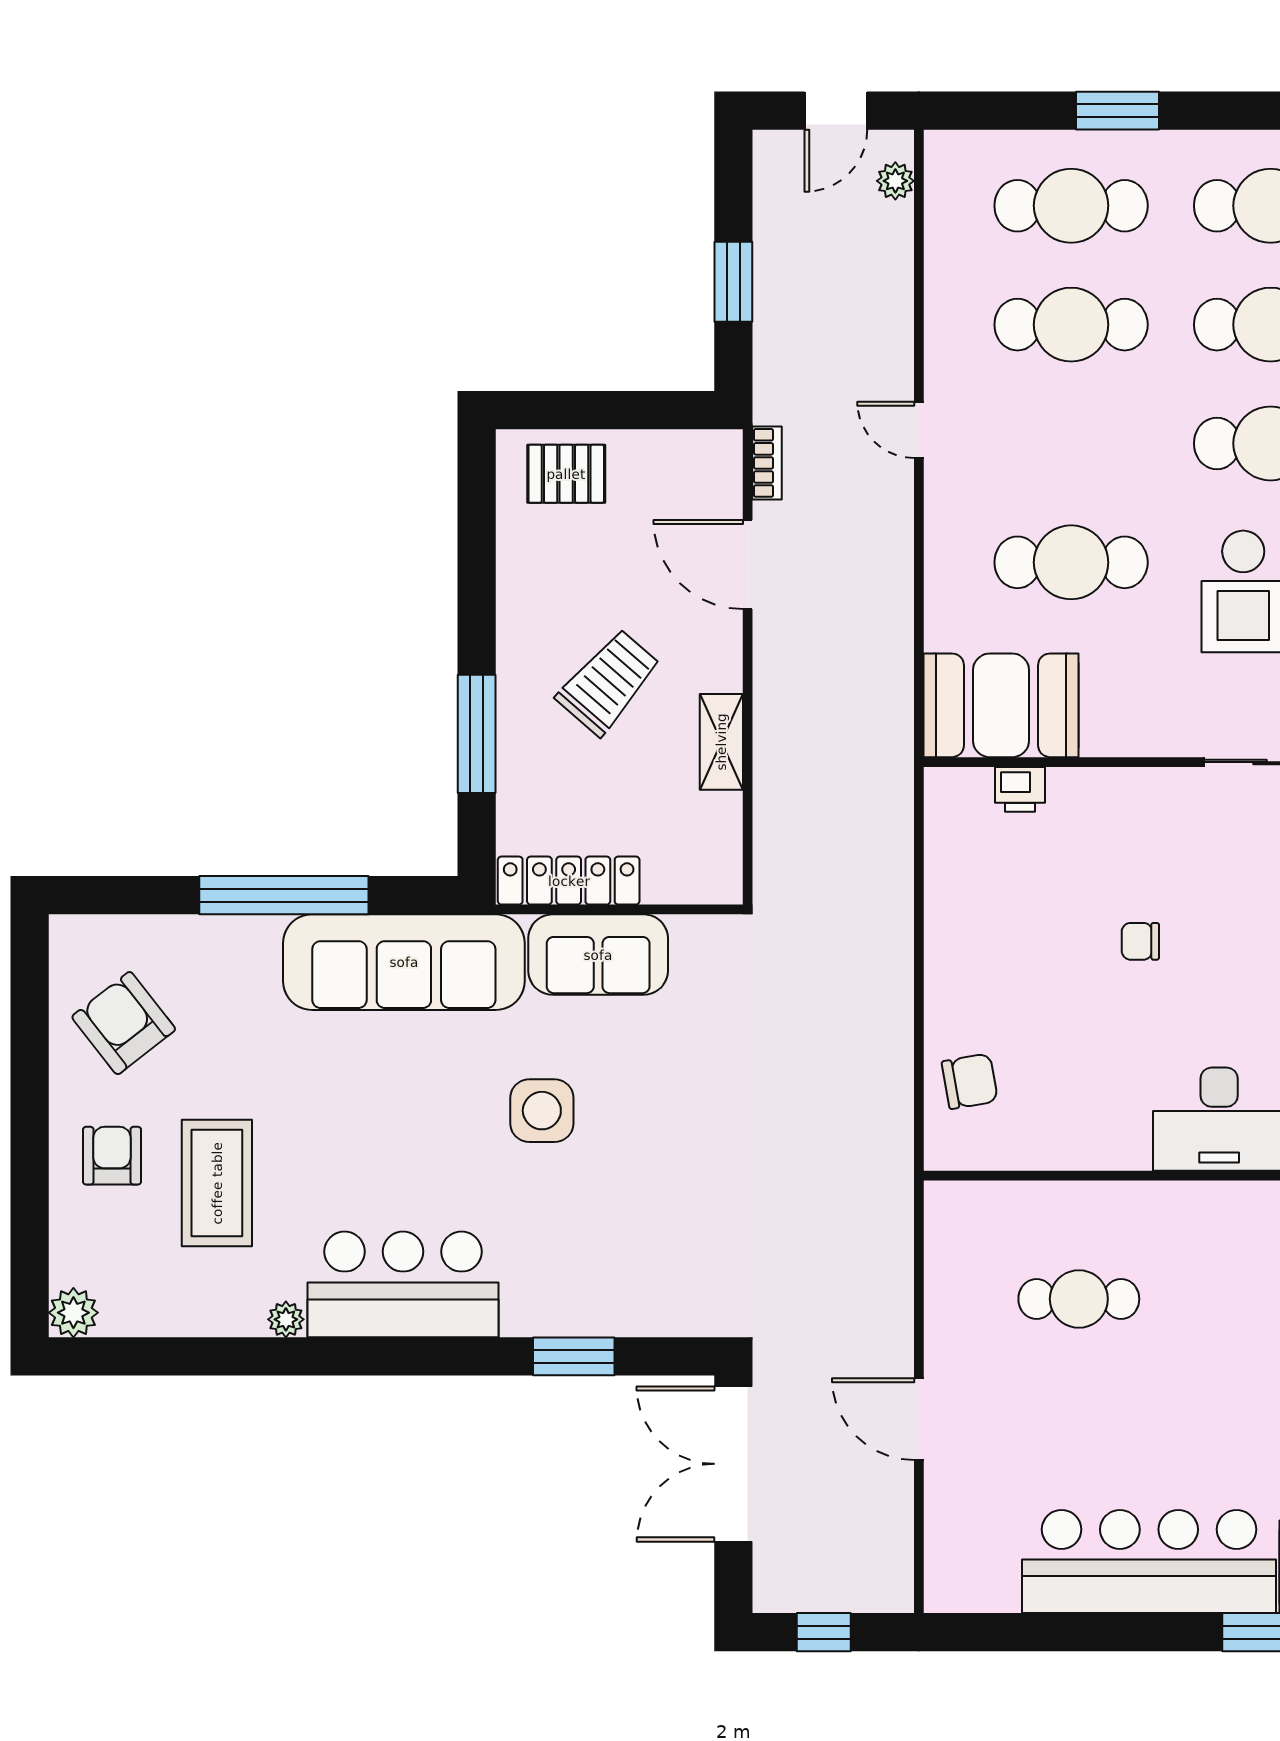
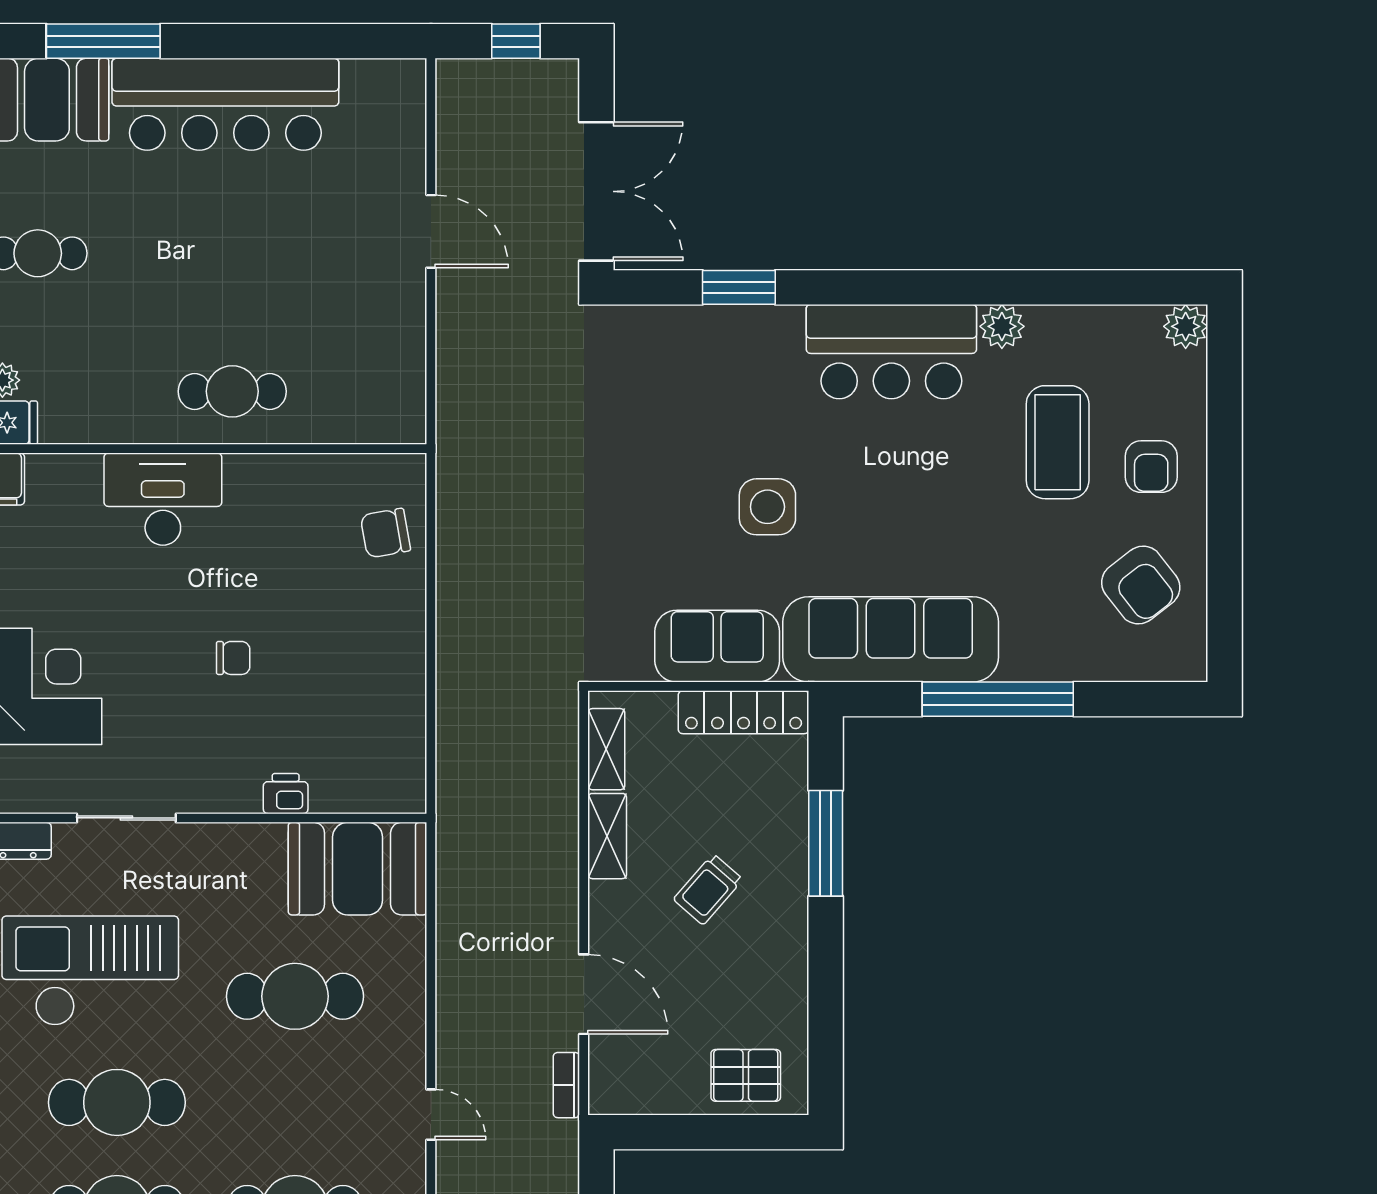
trolley: (608, 682) -> (708, 889), width x0.73, depth x0.72
printer: (1020, 789) -> (286, 794), moved
shelving: (722, 839) -> (606, 749), added
cafe table: (1079, 1299) -> (232, 391), moved
plant: (286, 1319) -> (1002, 326), width x1.38, depth x1.38

